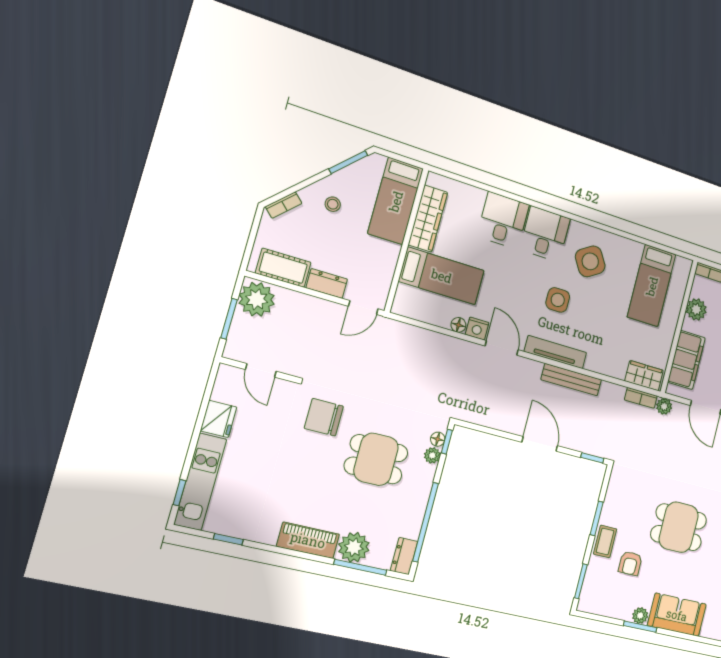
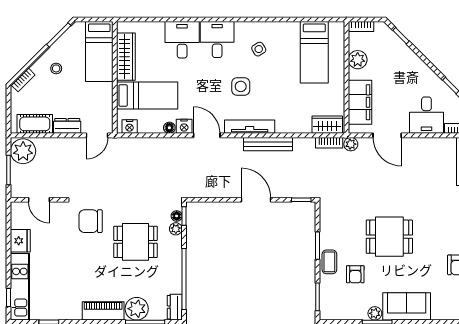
side table: (590, 261) -> (259, 49), width x0.54, depth x0.54
nightstand: (408, 309) -> (130, 127), added

